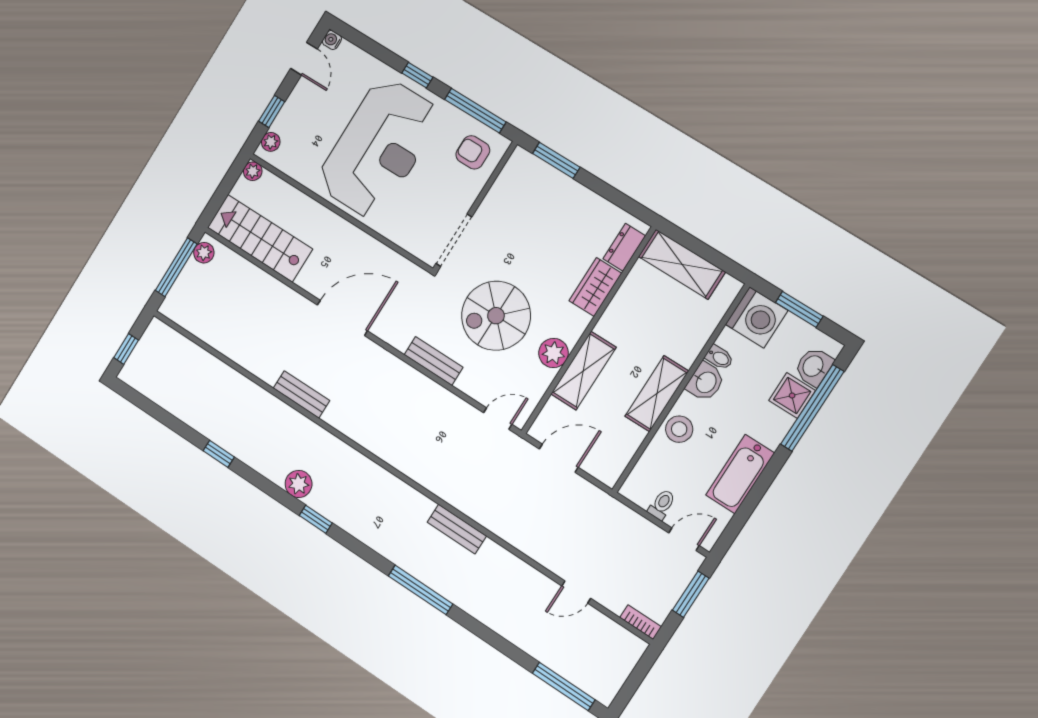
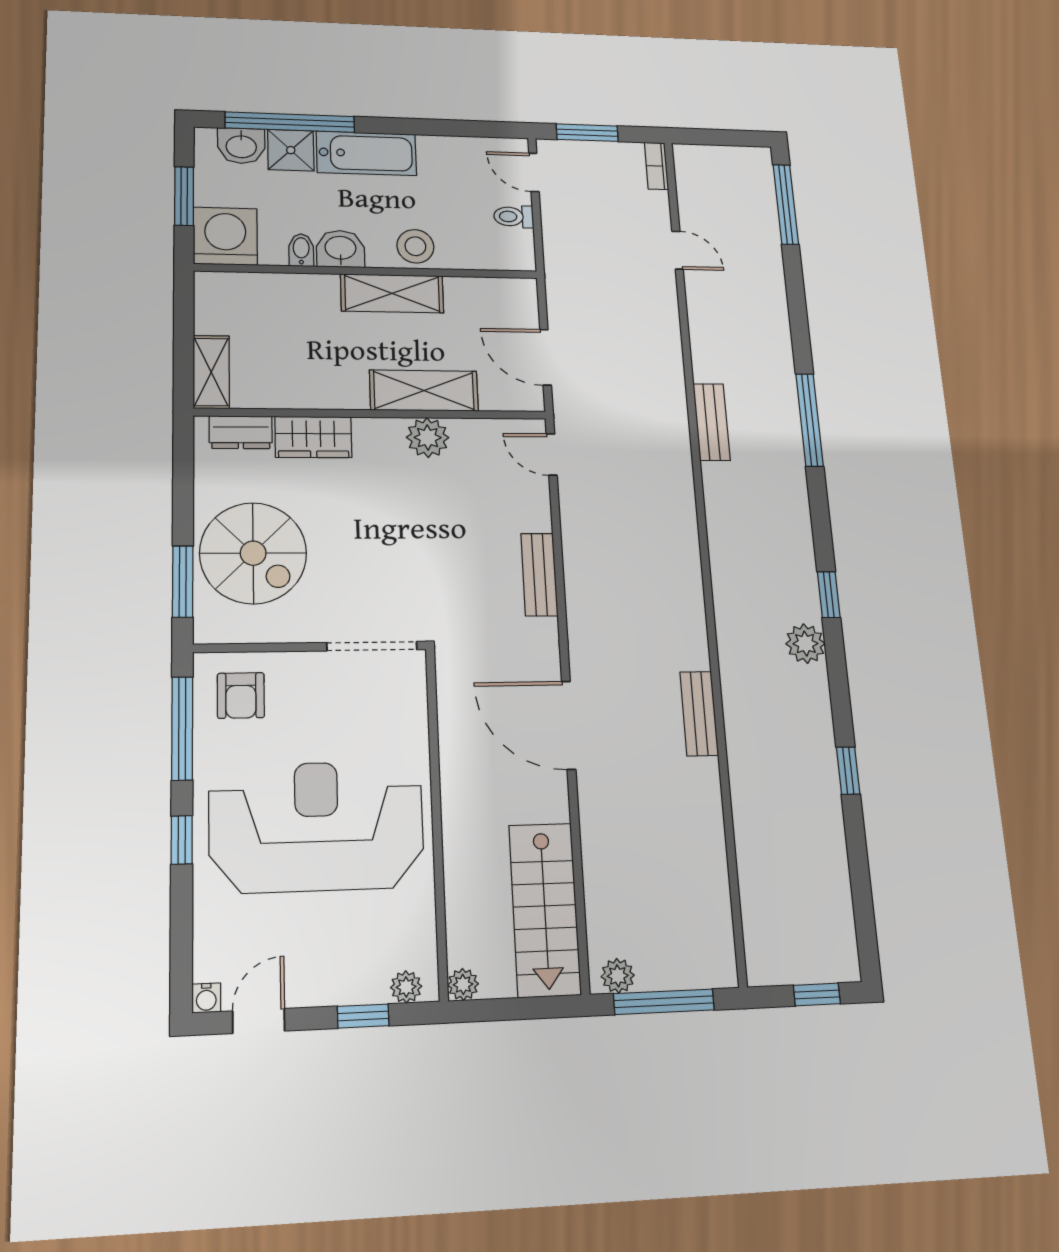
shelving: (682, 264) -> (211, 372), width x0.67, depth x0.75
spiral stairs: (496, 316) -> (253, 553), moved
bathtub: (740, 474) -> (366, 153), moved

